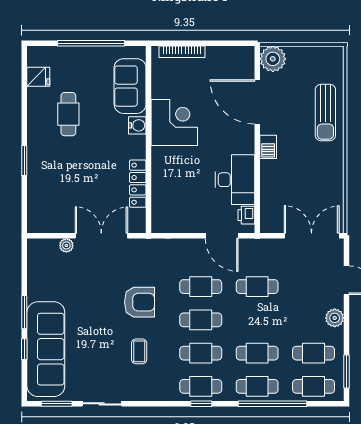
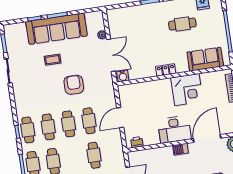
water cooler: (137, 125) -> (123, 76), moved
desk: (235, 180) -> (174, 129), moved
locker: (138, 184) -> (166, 70), moved, width x0.66
door: (222, 236) -> (120, 118), moved
armchair: (139, 302) -> (74, 85), turned 180
sofa: (46, 349) -> (56, 29), moved
coffee table: (139, 351) -> (53, 60), moved

